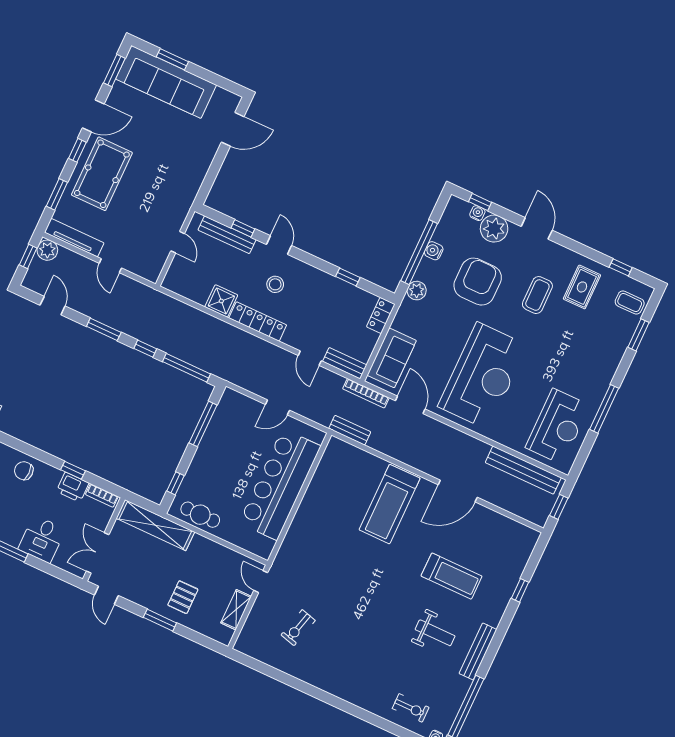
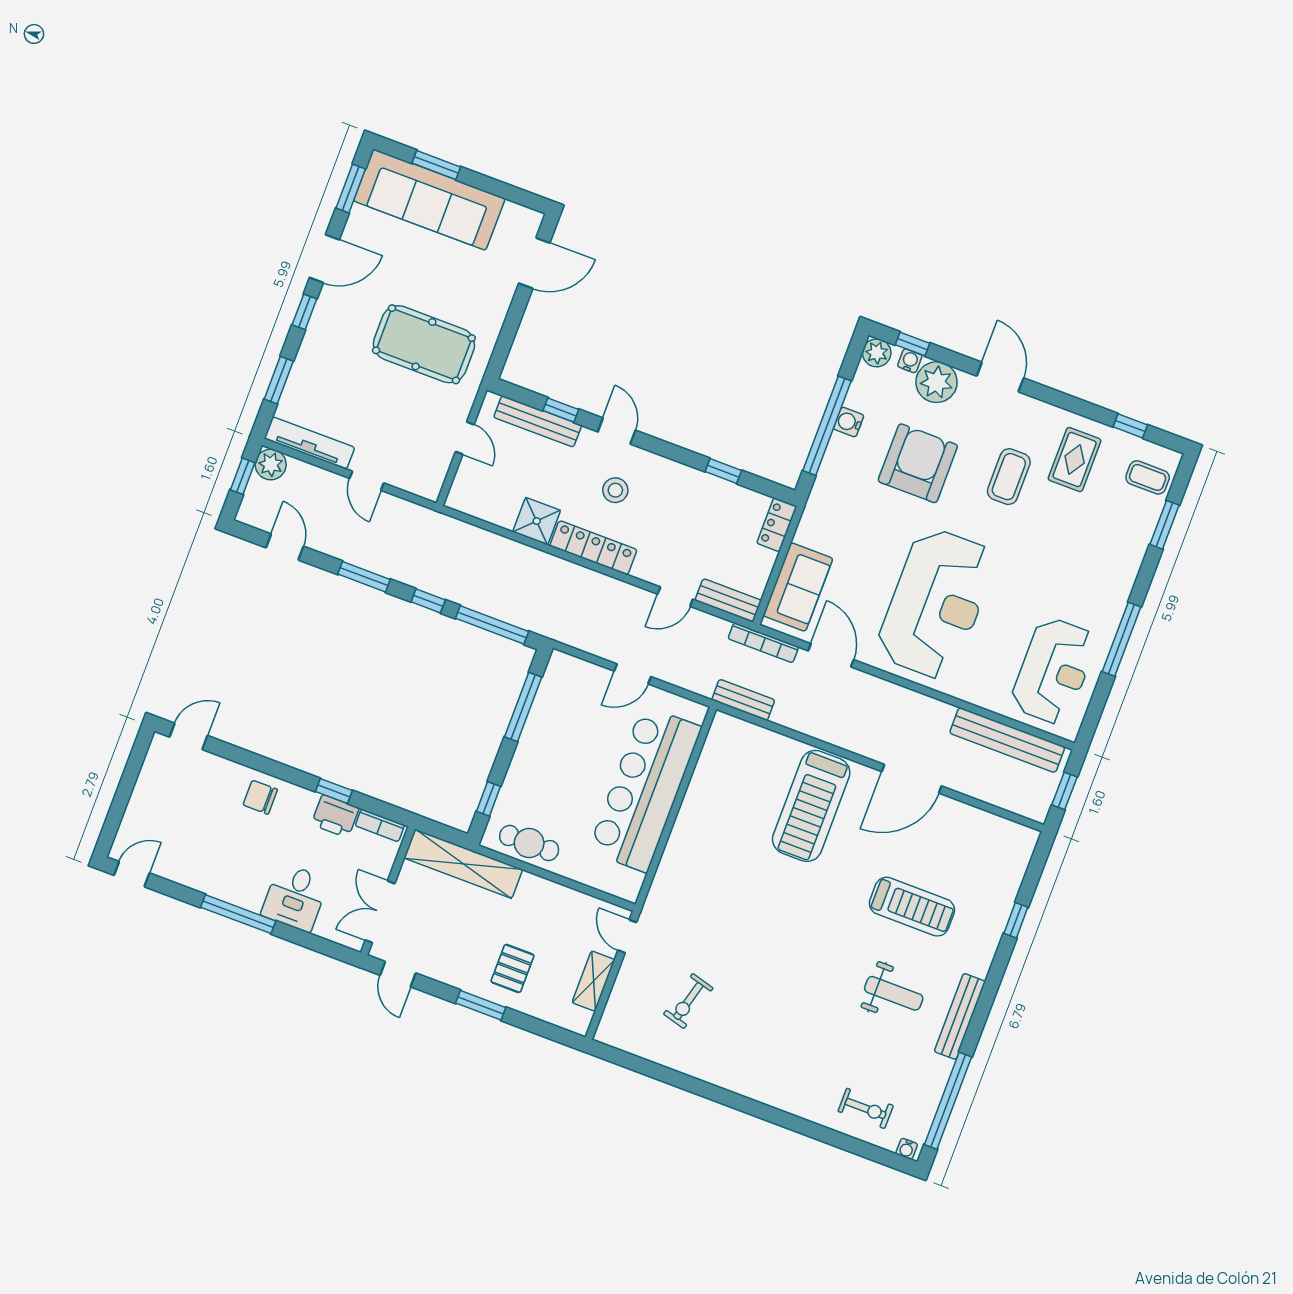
pool table: (102, 174) -> (424, 344), moved, turned 90
plant: (417, 291) -> (877, 353), moved
door: (310, 358) -> (675, 597), hinge flipped

